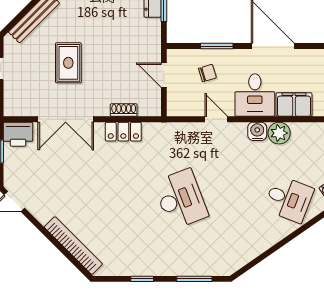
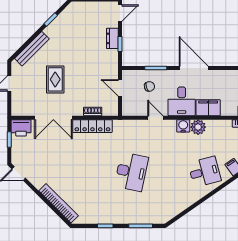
locker: (123, 132) -> (92, 126), width x1.53
desk: (181, 199) -> (131, 172), turned 33
desk: (289, 199) -> (205, 172), turned -36

